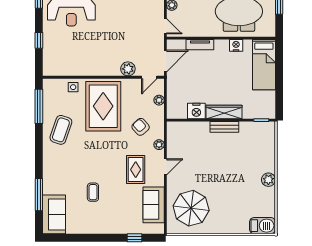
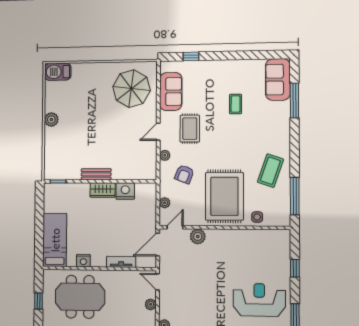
wardrobe: (224, 112) -> (103, 190), width x0.67
armchair: (141, 127) -> (184, 174), turned 63

